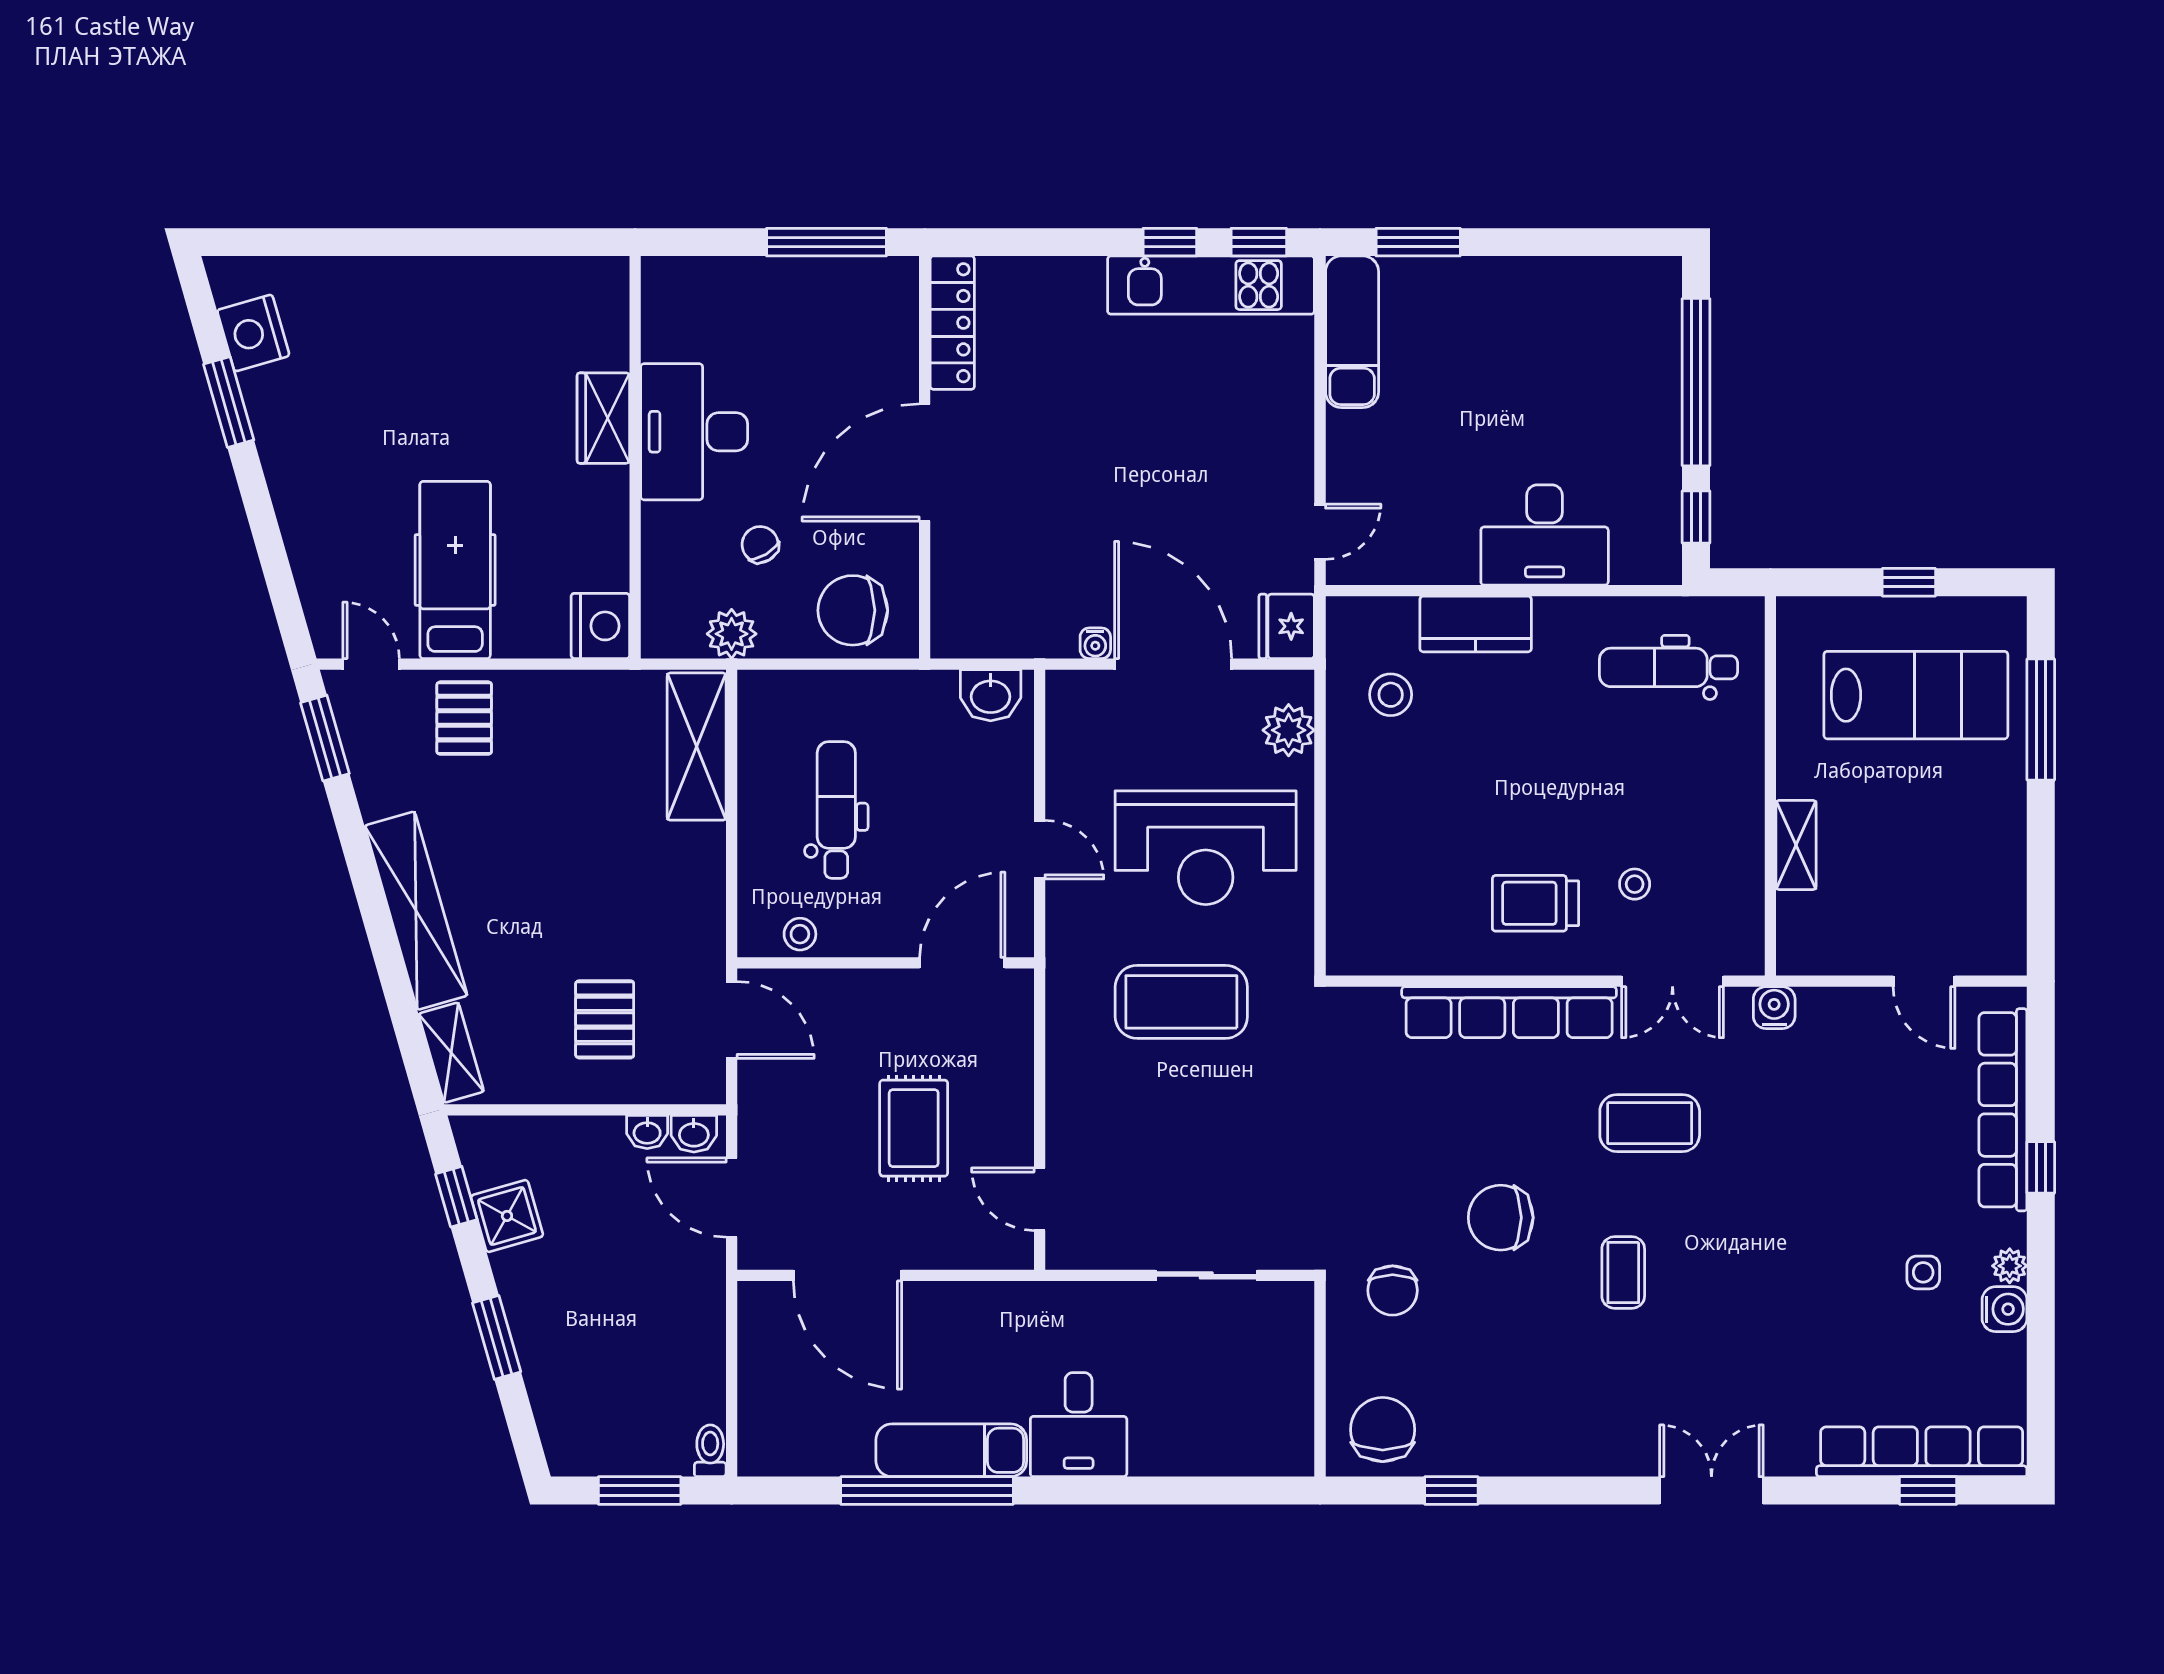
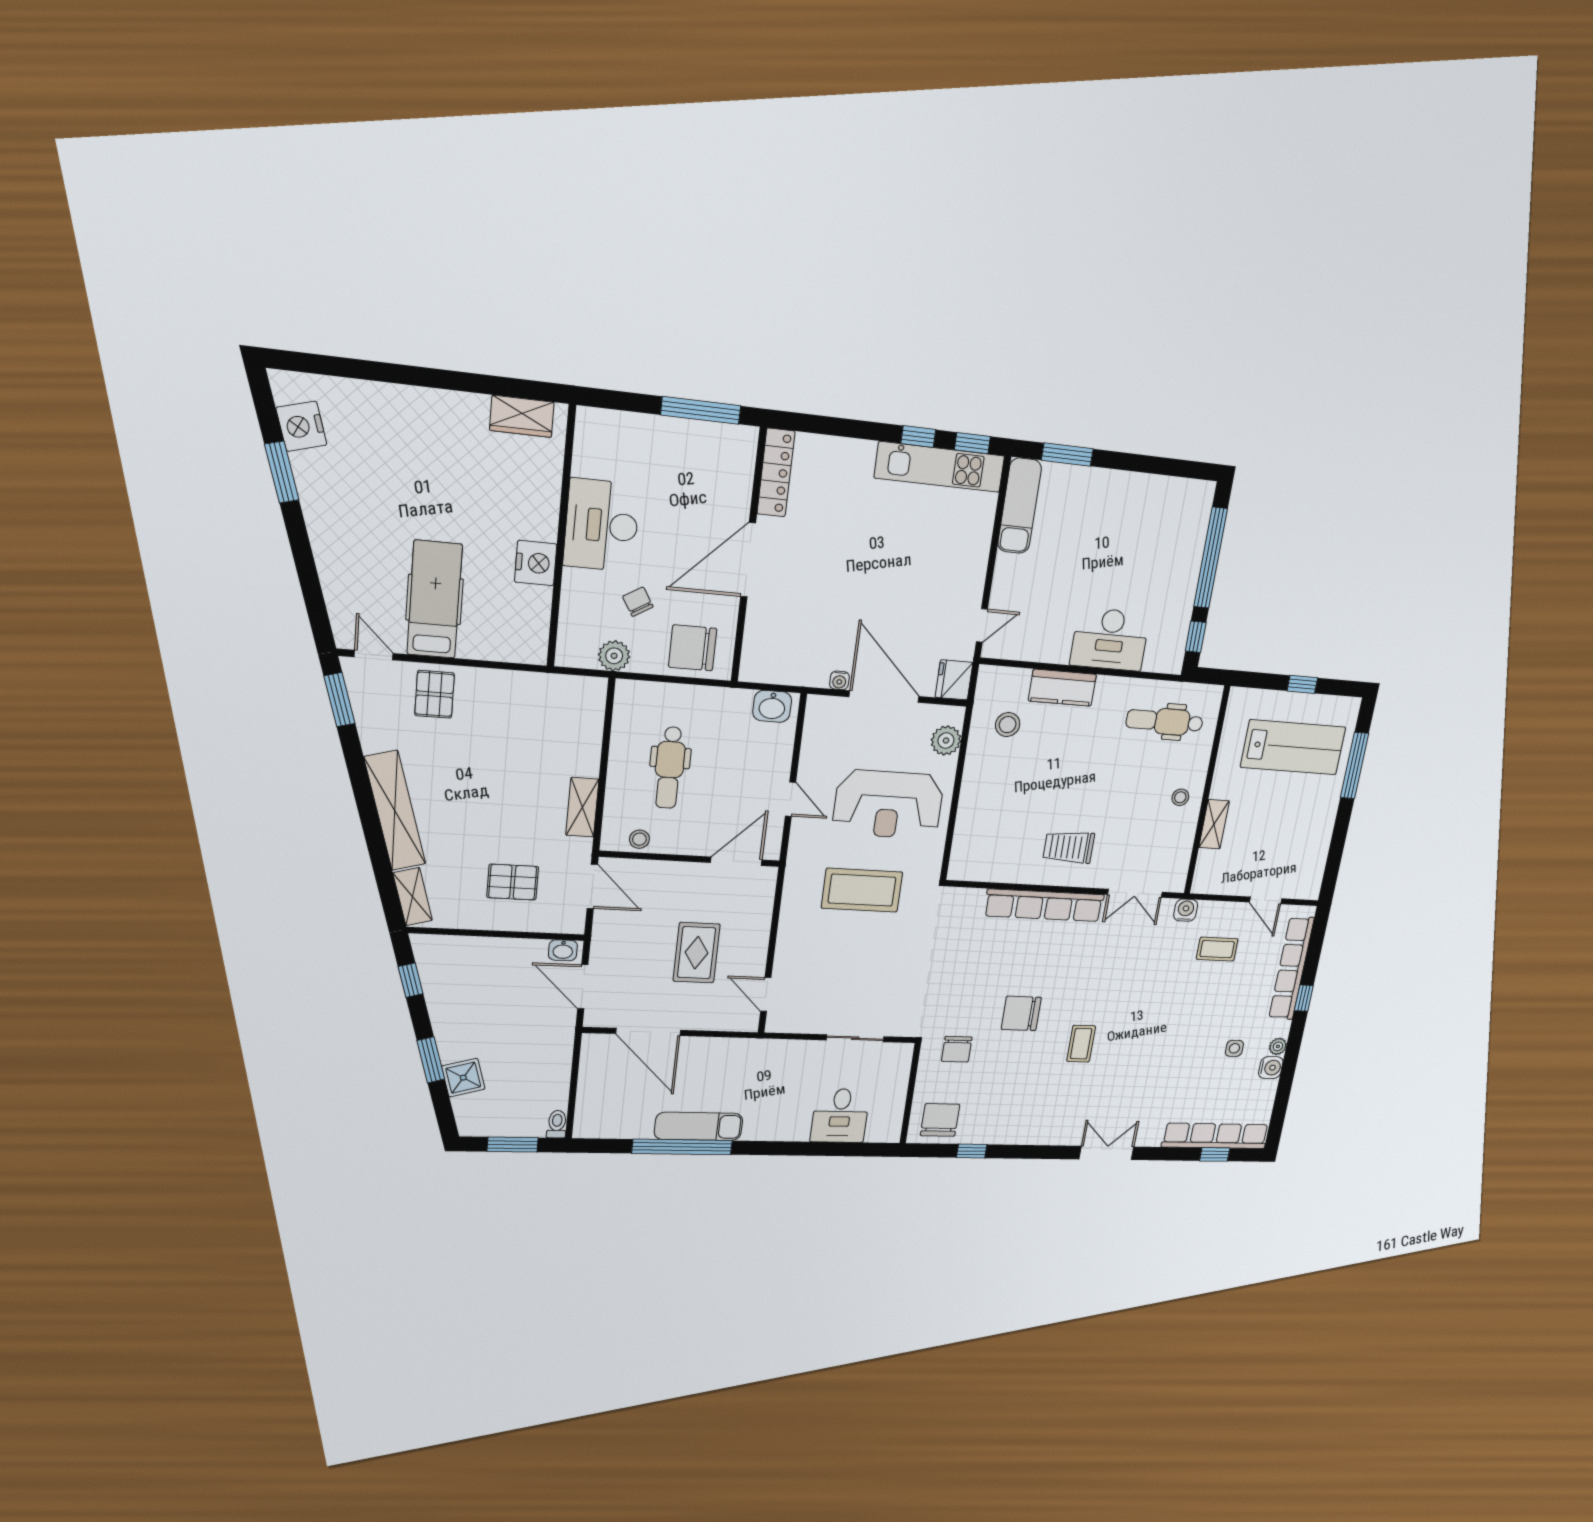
wardrobe: (603, 418) -> (522, 416), moved, turned -90
nightstand: (600, 626) -> (536, 563), moved
shelving: (697, 747) -> (582, 807), moved, width x0.67, depth x0.75
dental chair: (836, 810) -> (669, 768), turned 180
stool: (1635, 884) -> (1180, 797), moved
pallet: (605, 1019) -> (513, 882), turned 90
coffee table: (1650, 1123) -> (1217, 949), moved, width x0.73, depth x0.77
washbasin: (647, 1132) -> (534, 948), removed
shower: (507, 1216) -> (463, 1078), moved
desk: (1079, 1425) -> (840, 1116), moved

